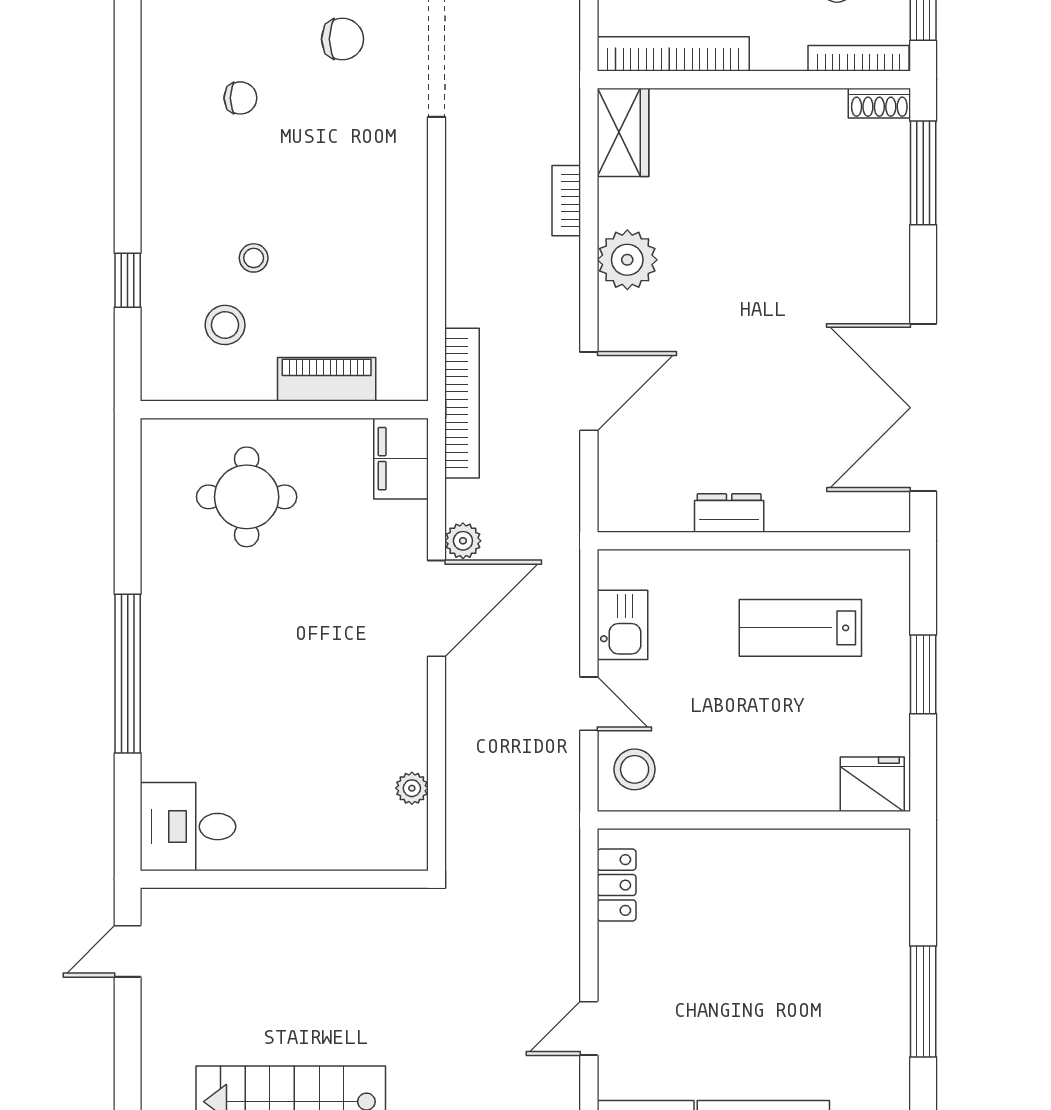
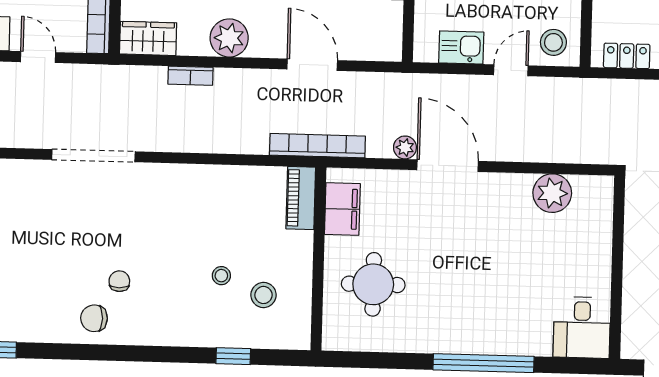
chair: (342, 39) -> (94, 318), moved, turned -90
piano: (327, 379) -> (301, 198), moved
filing cabinet: (401, 459) -> (342, 209), moved, turned -90
plant: (412, 788) -> (552, 193), width x1.88, depth x1.88

